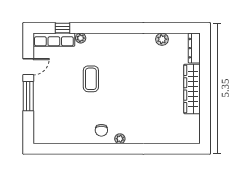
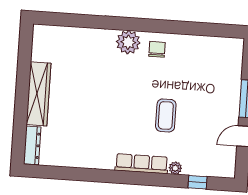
plant: (162, 39) -> (72, 160), removed
row of seats: (54, 40) -> (142, 164), moved
plant: (120, 139) -> (128, 42), width x1.88, depth x1.88

